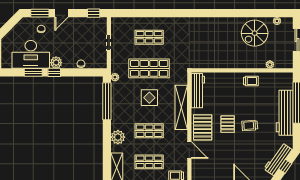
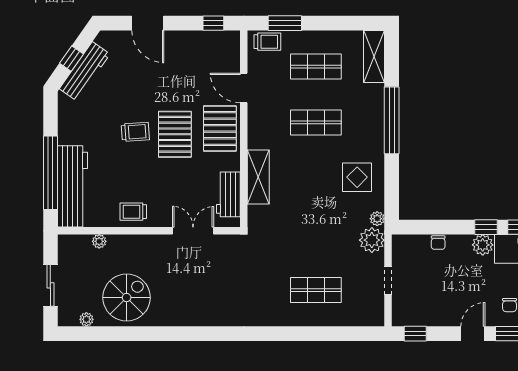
shop shelf: (149, 68) -> (316, 234), removed
double door: (218, 70) -> (193, 231), added
workbench: (198, 91) -> (228, 194), width x0.73
display table: (149, 98) -> (357, 177), moved
window: (107, 101) -> (392, 120), moved
shelving: (181, 107) -> (258, 177), width x0.68
workbench: (285, 113) -> (73, 186), moved
pallet: (228, 124) -> (175, 134), width x1.50, depth x1.42
plant: (118, 137) -> (372, 240), moved

